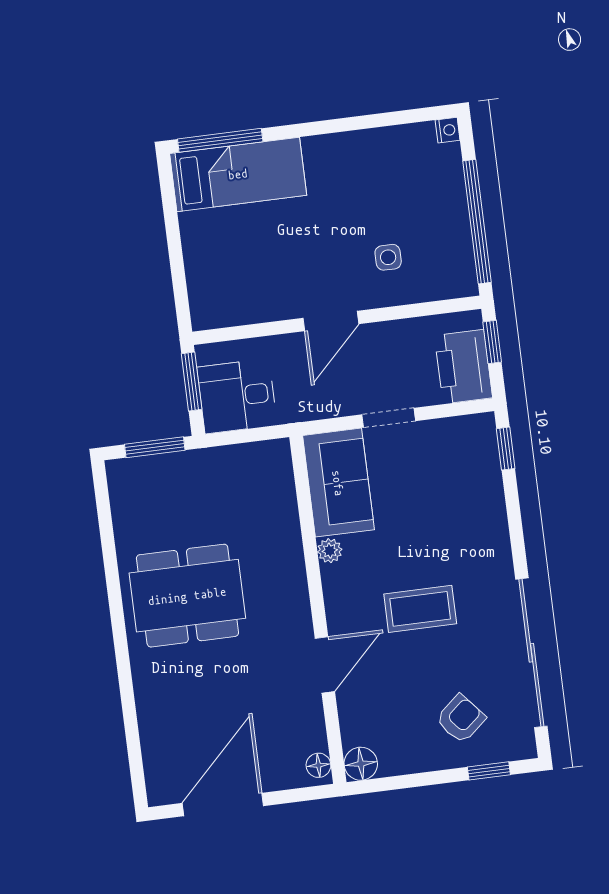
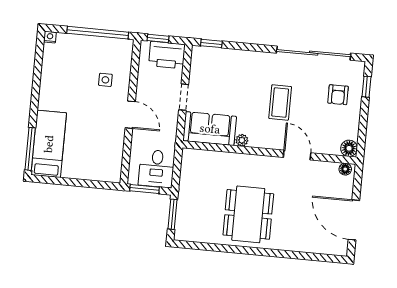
armchair: (461, 719) -> (338, 95), turned -139

